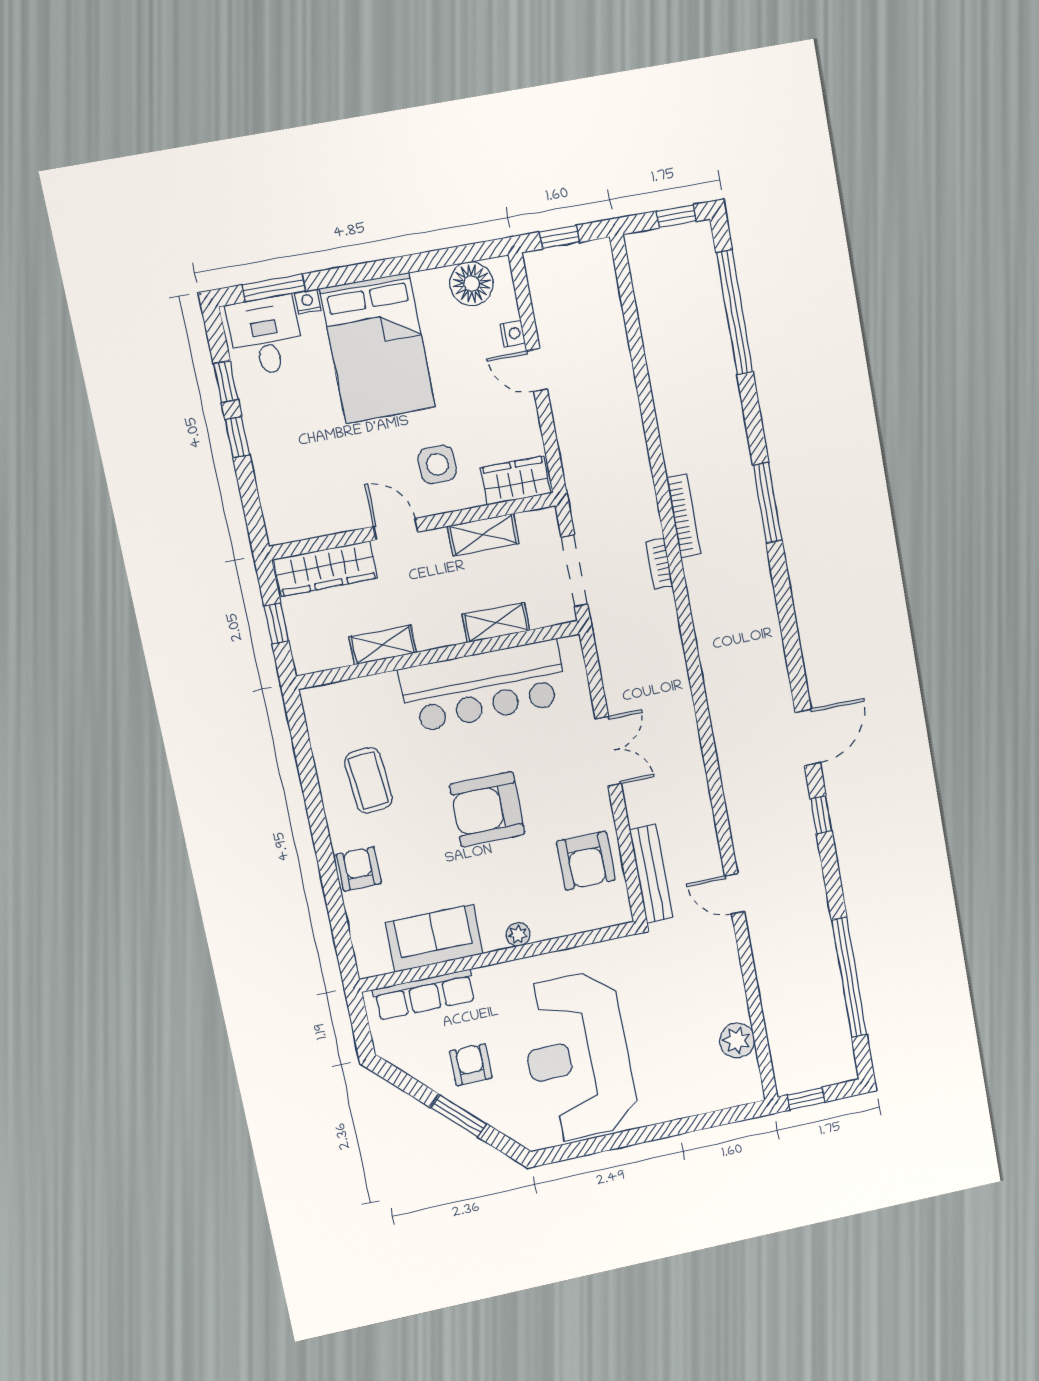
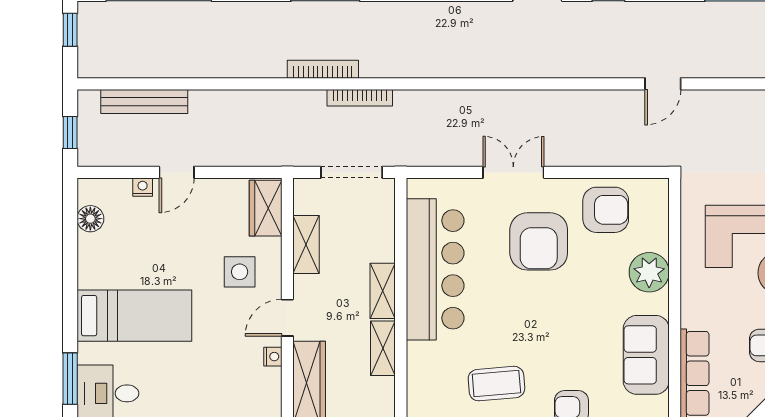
floor lamp: (472, 284) -> (90, 219), width x0.73, depth x0.73
nightstand: (307, 302) -> (273, 357), moved, turned 180
bed: (378, 348) -> (134, 316), width x0.67
bookcase: (659, 564) -> (360, 98), width x1.56
shelving: (496, 623) -> (383, 291), moved
armchair: (487, 809) -> (539, 241), moved
bench: (651, 874) -> (144, 101), moved
plant: (518, 934) -> (649, 272), width x1.88, depth x1.88

